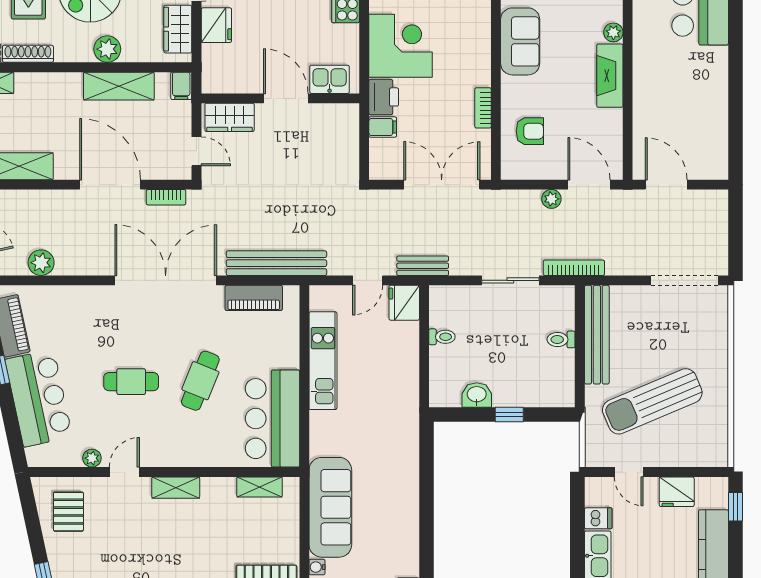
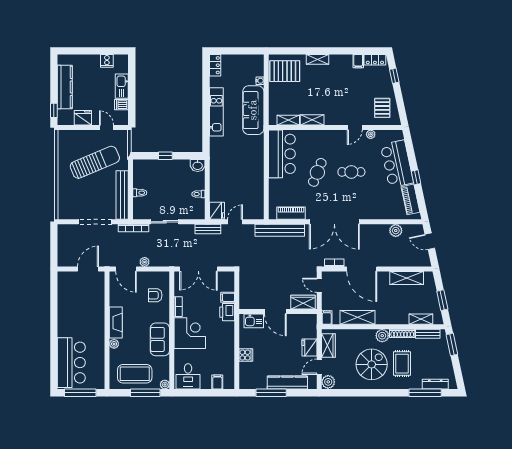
corner desk: (401, 46) -> (190, 333), moved, turned 180
plant: (107, 49) -> (382, 336), moved
door: (666, 185) -> (88, 269), swing flipped
doorway: (685, 280) -> (95, 222), moved
kitchen unit: (323, 361) -> (216, 112), moved, turned 180
washbasin: (477, 395) -> (198, 165), moved
shelving: (176, 488) -> (312, 120), moved

